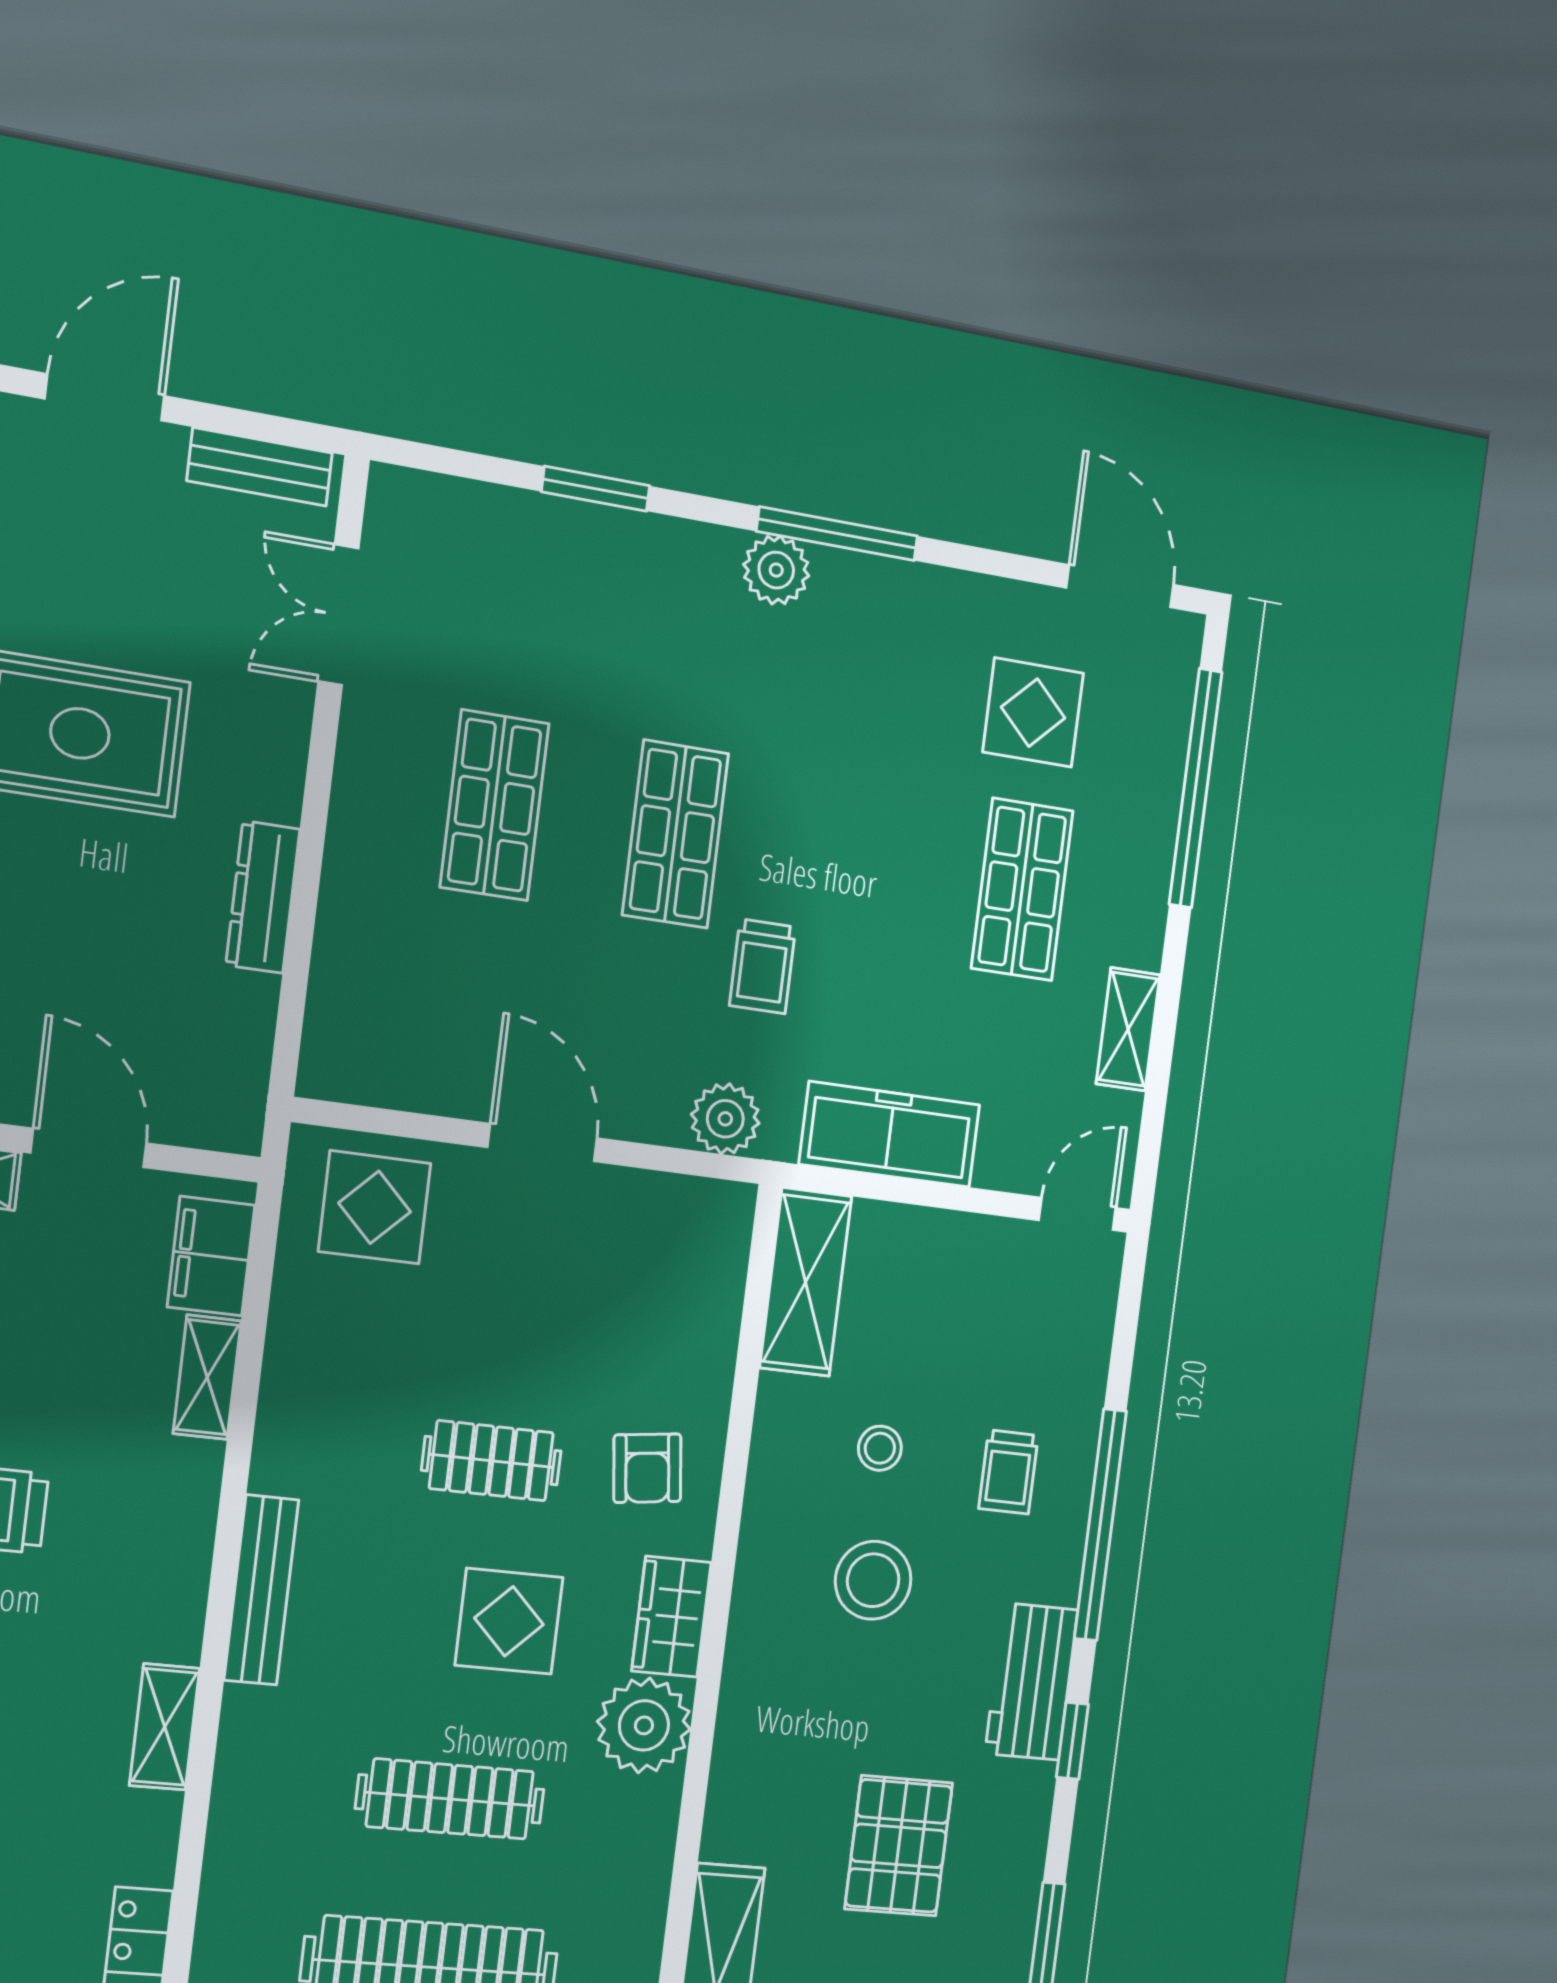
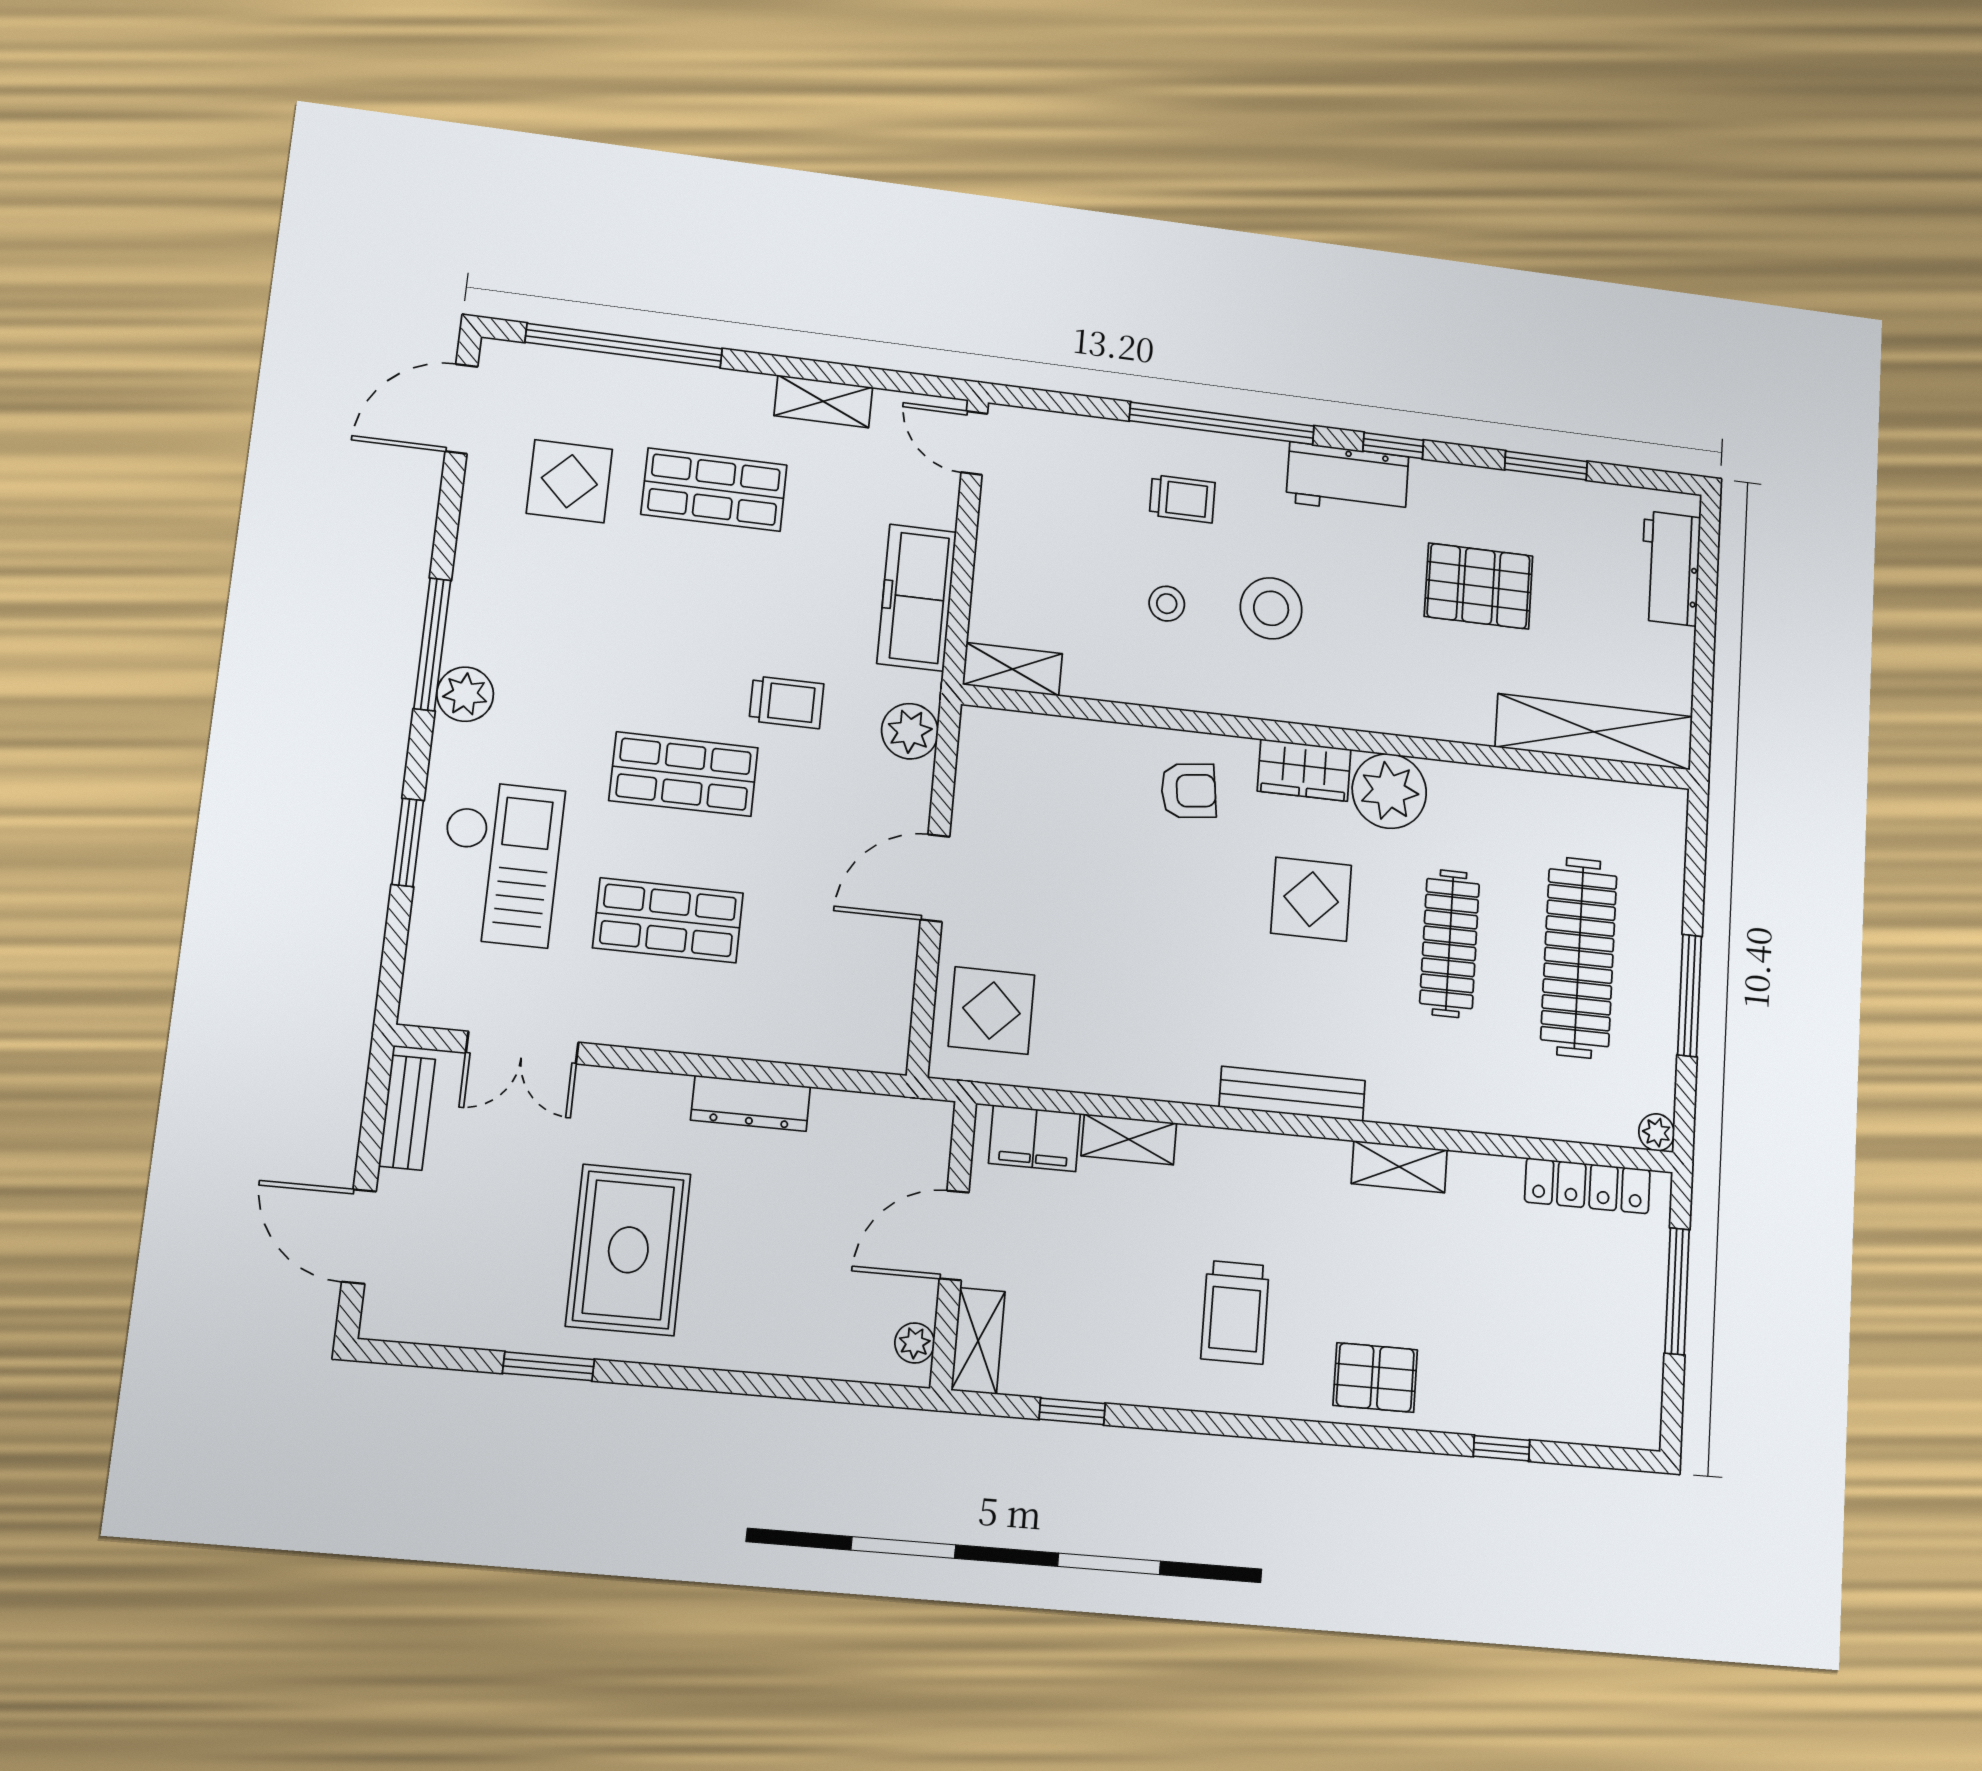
checkout: (568, 600) -> (500, 863), added
shelving: (806, 1282) -> (1013, 669), width x0.67, depth x0.75
clothes rail: (491, 1461) -> (1186, 915), removed

